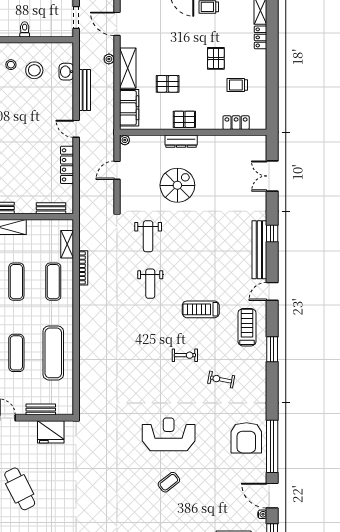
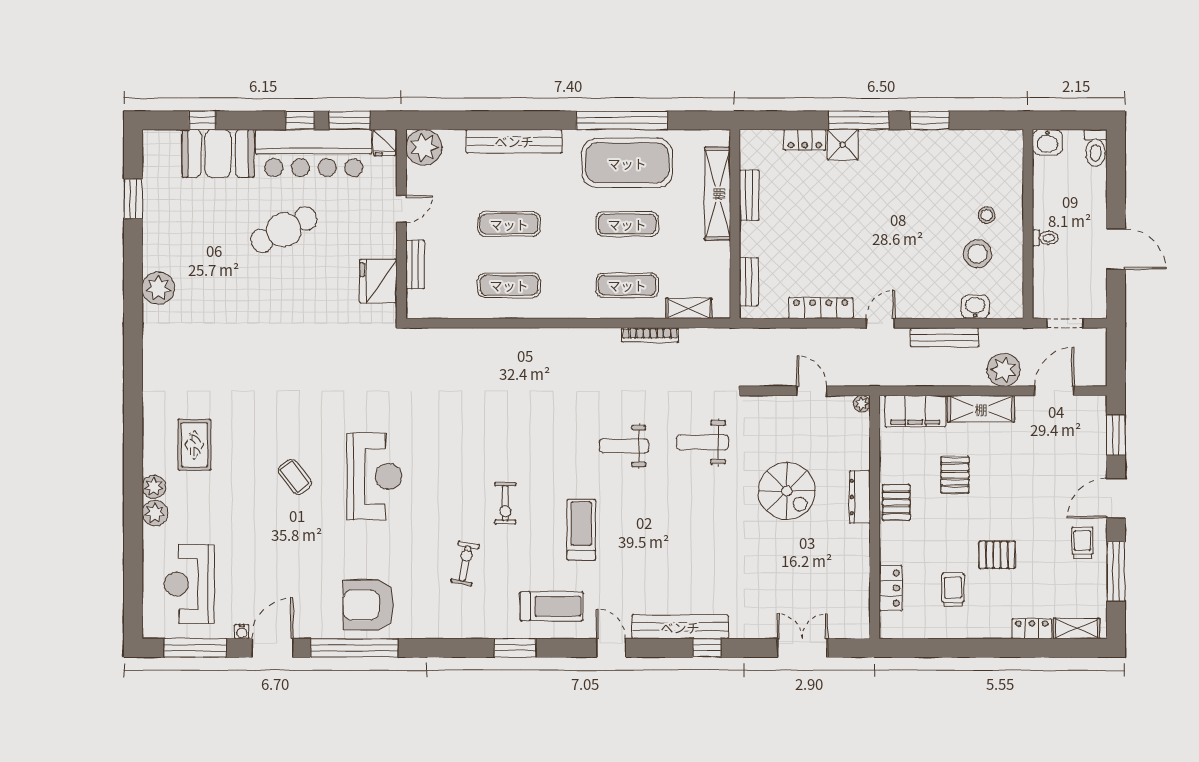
plant: (109, 59) -> (1004, 370), width x1.87, depth x1.87
exercise mat: (53, 353) -> (509, 285), width x0.73, depth x0.69

